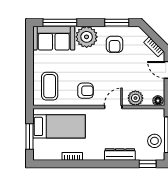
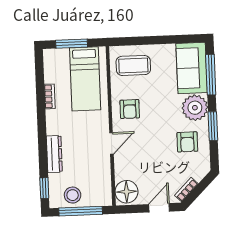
window: (117, 23) -> (213, 126), moved
armchair: (115, 44) -> (187, 142), turned -90
plant: (135, 98) -> (123, 170), removed
floor lamp: (158, 101) -> (127, 192), width x1.89, depth x1.89
door: (113, 107) -> (111, 143), hinge flipped

